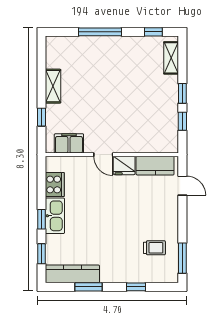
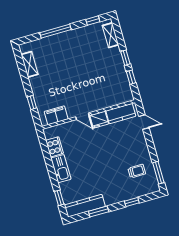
shelving: (53, 86) -> (30, 64), moved
window: (41, 219) -> (52, 174), removed

